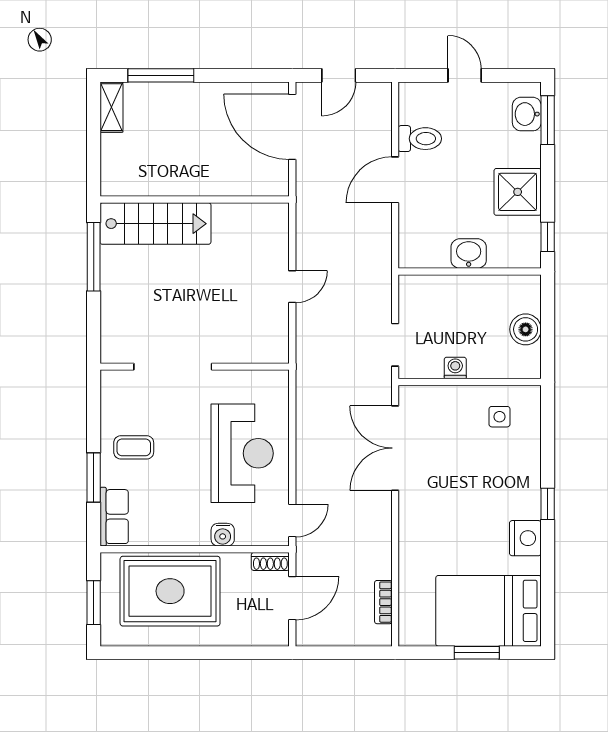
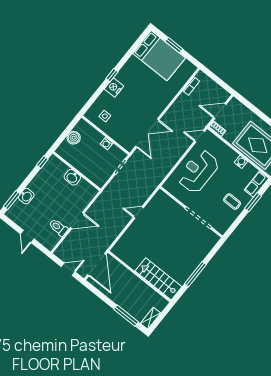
washbasin: (527, 114) -> (26, 196), moved
shower: (518, 192) -> (40, 185), removed
wall: (195, 200) -> (139, 276), moved
stairs: (155, 224) -> (159, 279), moved
water cooler: (223, 535) -> (241, 162), moved
nightstand: (525, 538) -> (114, 87), moved

